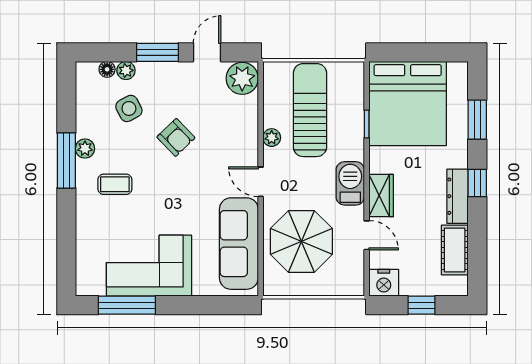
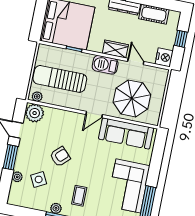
floor lamp: (107, 69) -> (14, 187), removed
plant: (272, 138) -> (37, 97), moved
door: (367, 235) -> (136, 61), hinge flipped

